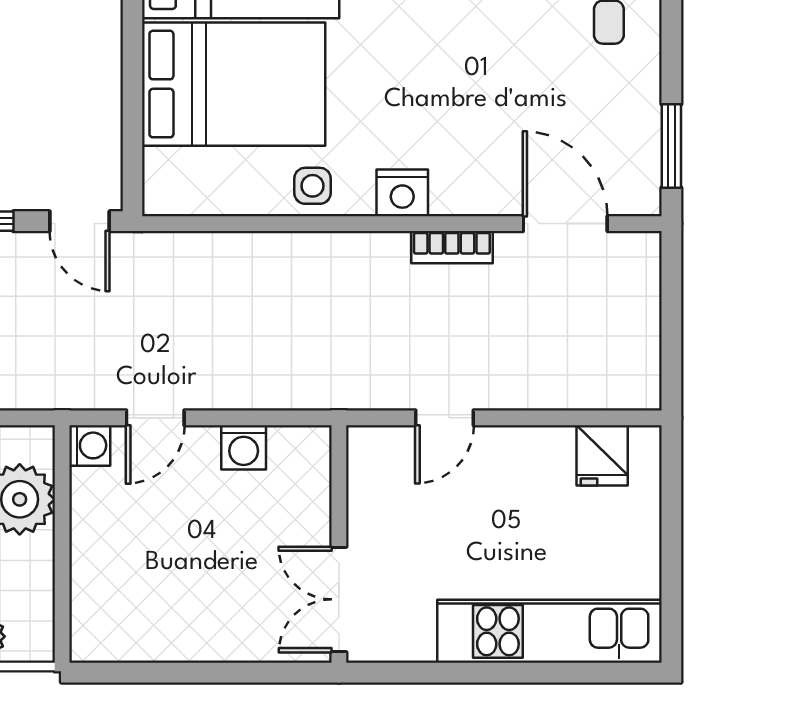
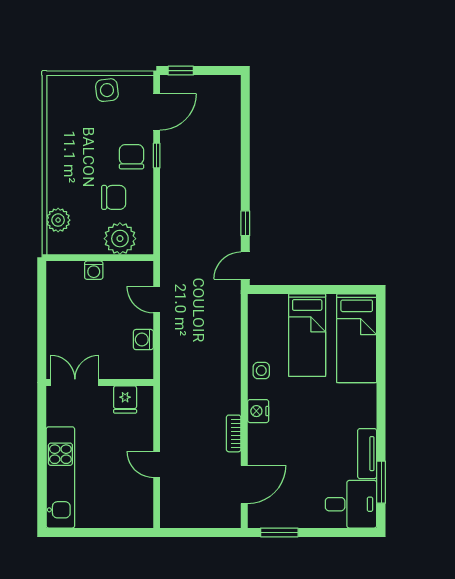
bed: (234, 84) -> (307, 335), width x0.67
door: (445, 418) -> (157, 464), moved
washing machine: (90, 445) -> (94, 270), moved
fridge: (602, 455) -> (125, 399), moved, turned -90

